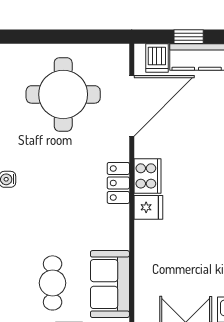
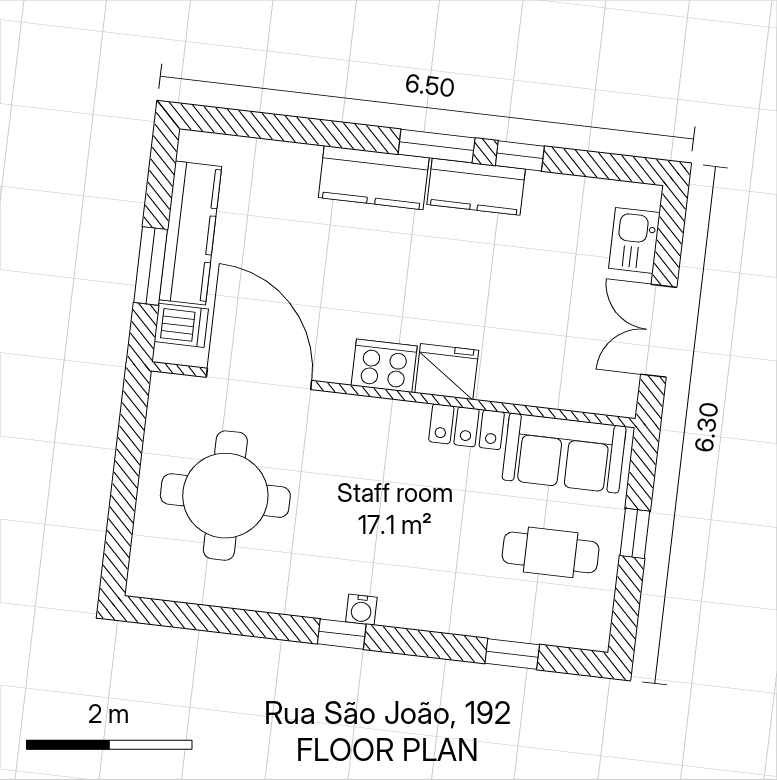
window: (189, 37) -> (151, 266), width x1.50
locker: (118, 183) -> (467, 427), moved
fridge: (148, 207) -> (447, 372), width x1.38

